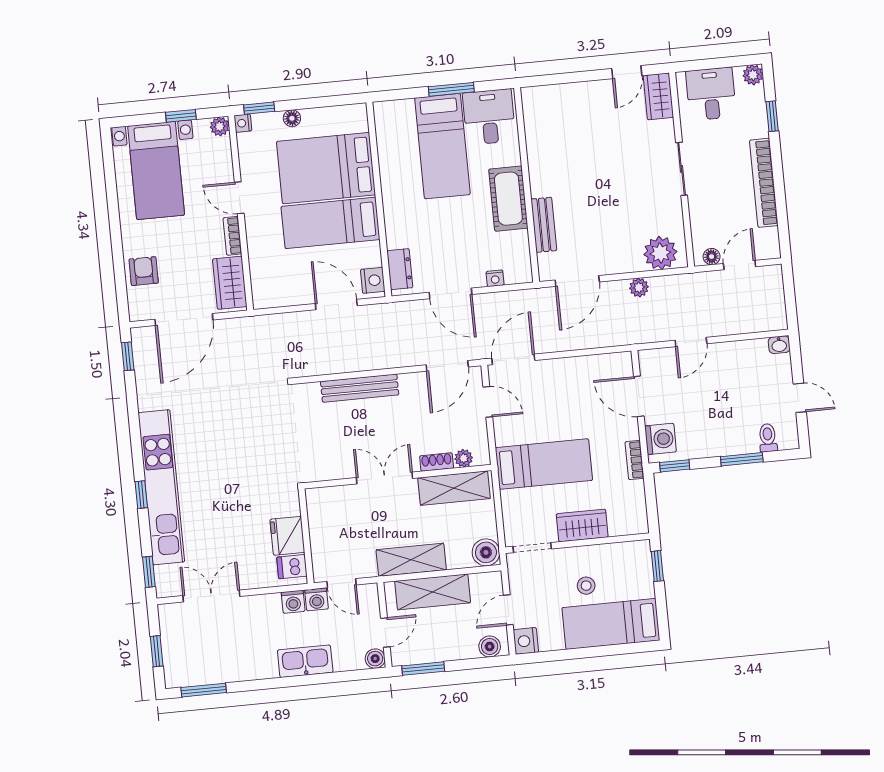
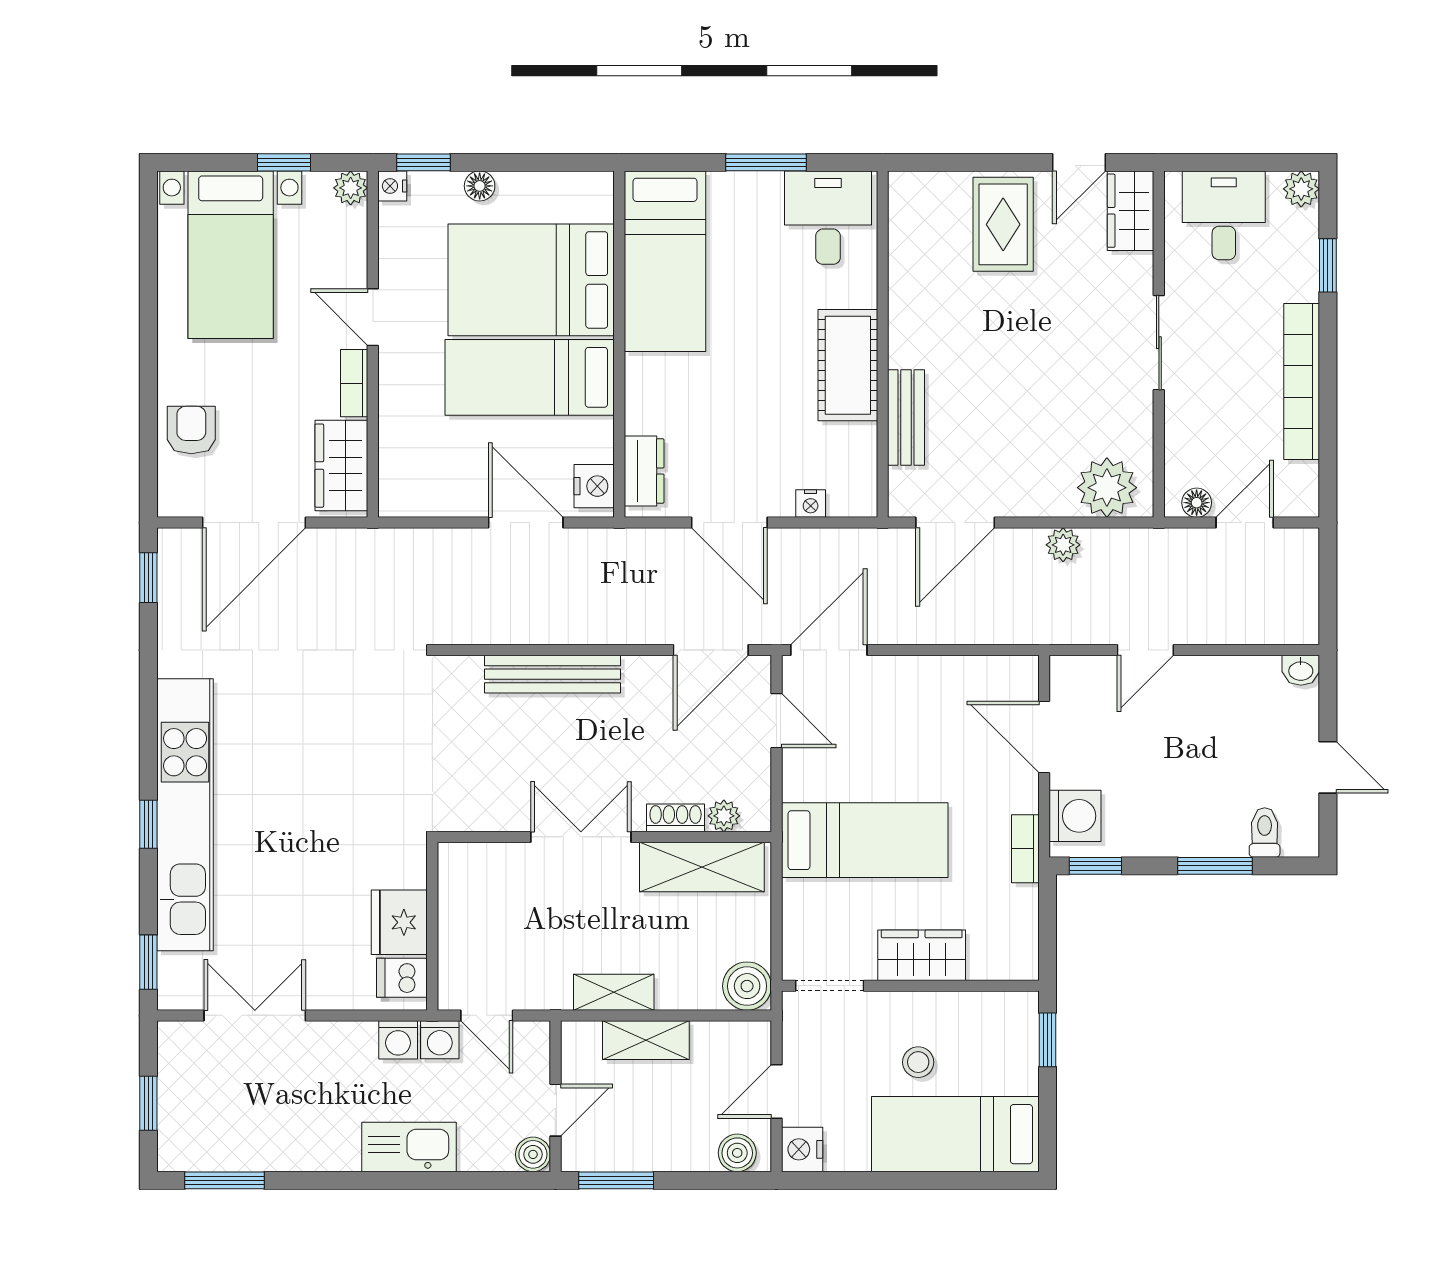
rug: (588, 111) -> (1003, 224), added
bed: (442, 146) -> (665, 261), moved
shelving: (411, 560) -> (614, 992), width x0.67, depth x0.75
shelving: (433, 592) -> (646, 1040), width x0.67, depth x0.75

